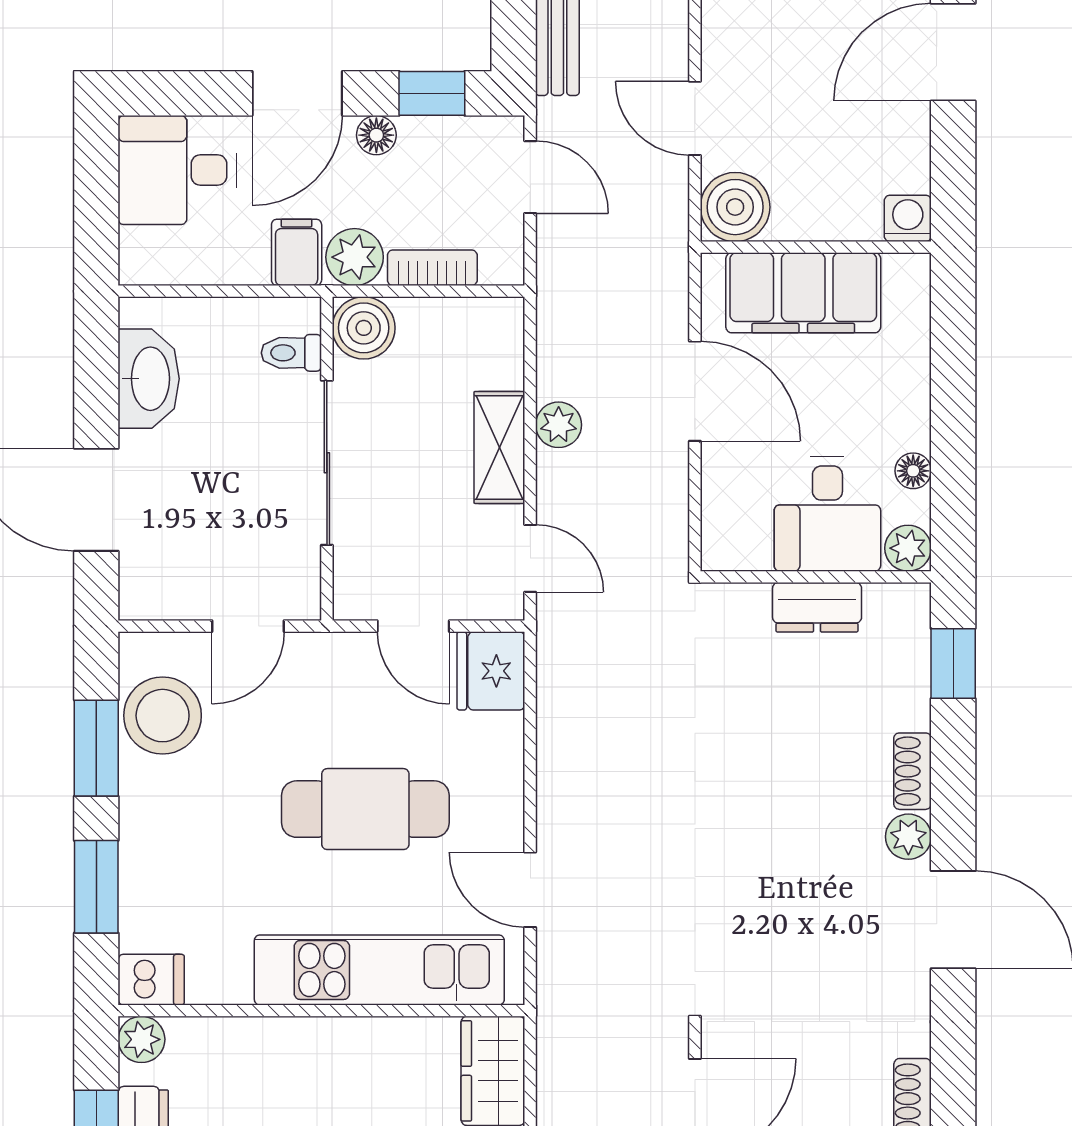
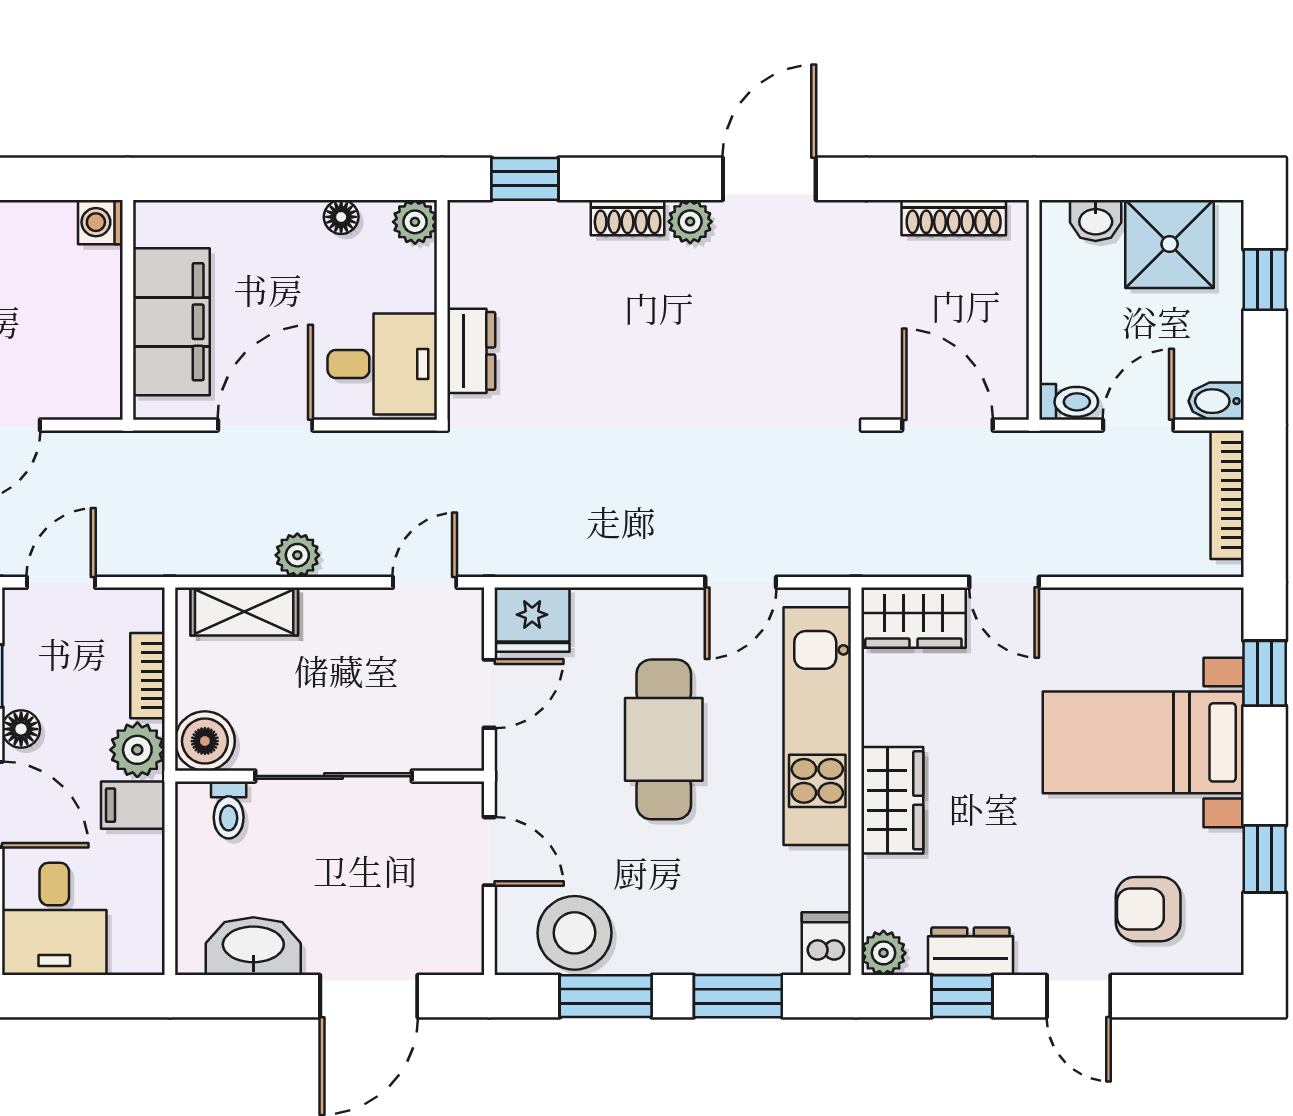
boiler: (735, 207) -> (90, 387), removed
shelving: (499, 447) -> (244, 612), moved
desk: (827, 514) -> (382, 364), moved
dresser: (817, 607) -> (471, 351), moved
wardrobe: (302, 1049) -> (892, 800), added

